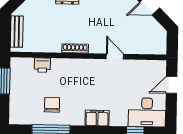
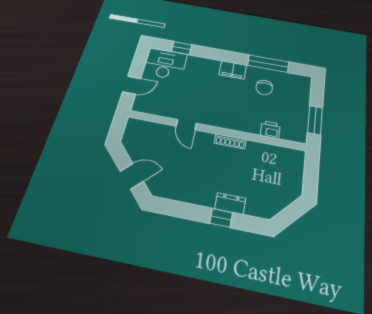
bench: (17, 32) -> (297, 173), removed
filing cabinet: (97, 118) -> (233, 70), moved

